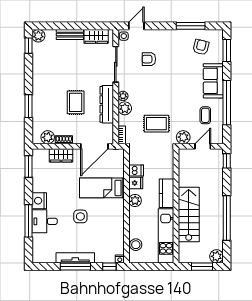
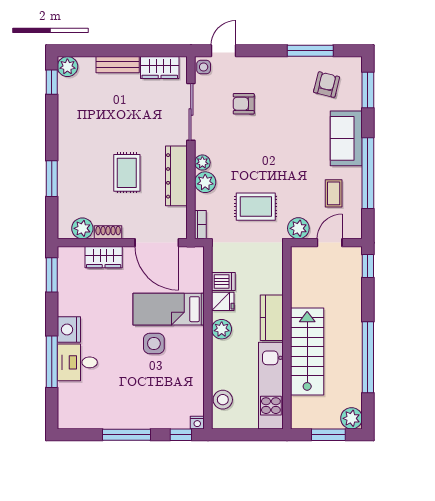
door: (94, 146) -> (157, 243), hinge flipped
side table: (80, 216) -> (154, 344), moved
tv unit: (75, 258) -> (126, 421), removed

